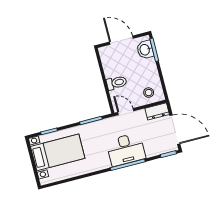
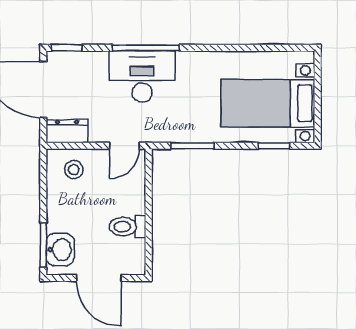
toilet: (117, 83) -> (127, 227), moved
door: (126, 112) -> (124, 146), hinge flipped

